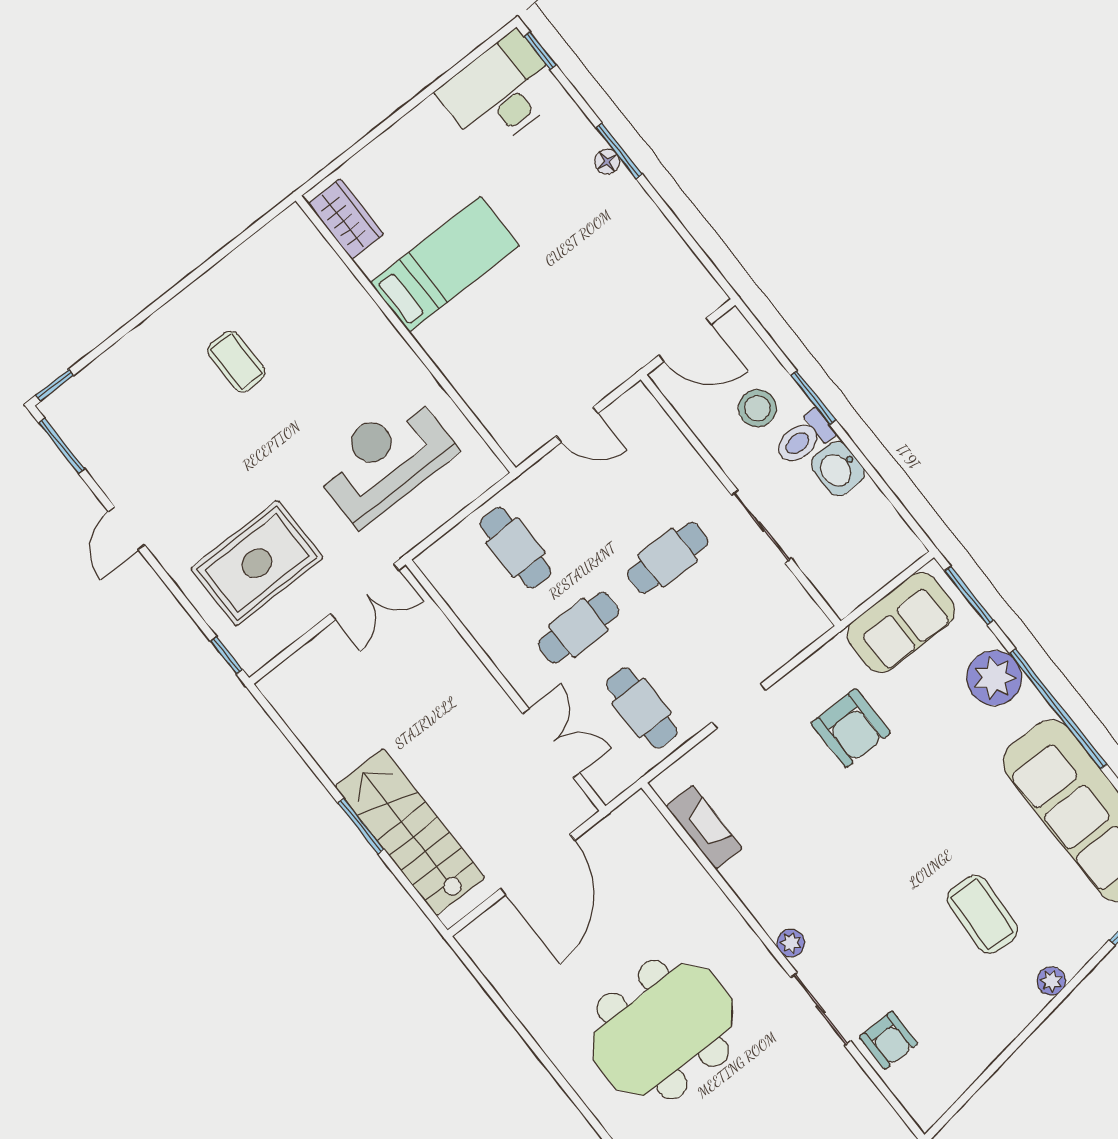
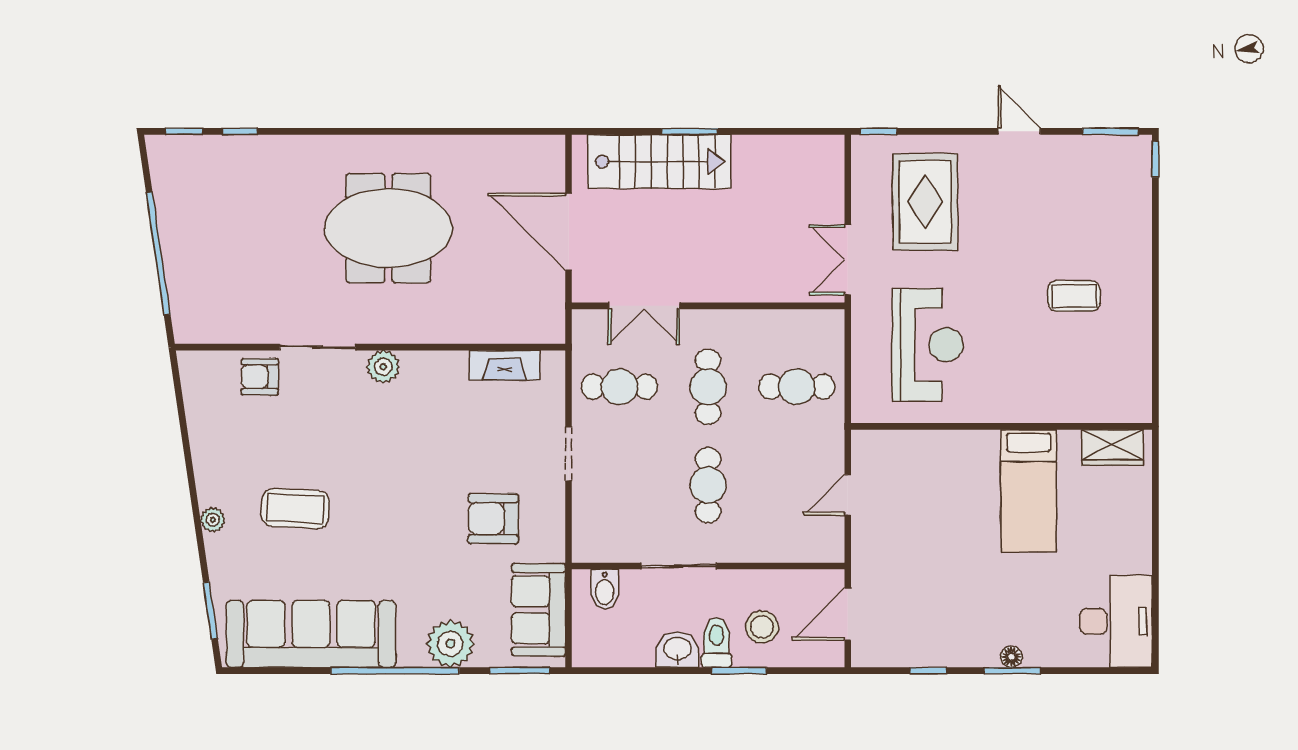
window: (540, 51) -> (928, 671), moved
bidet: (835, 577) -> (605, 589), added
plant: (791, 943) -> (383, 367), width x1.38, depth x1.38
meeting table: (663, 1030) -> (388, 228), turned 90

